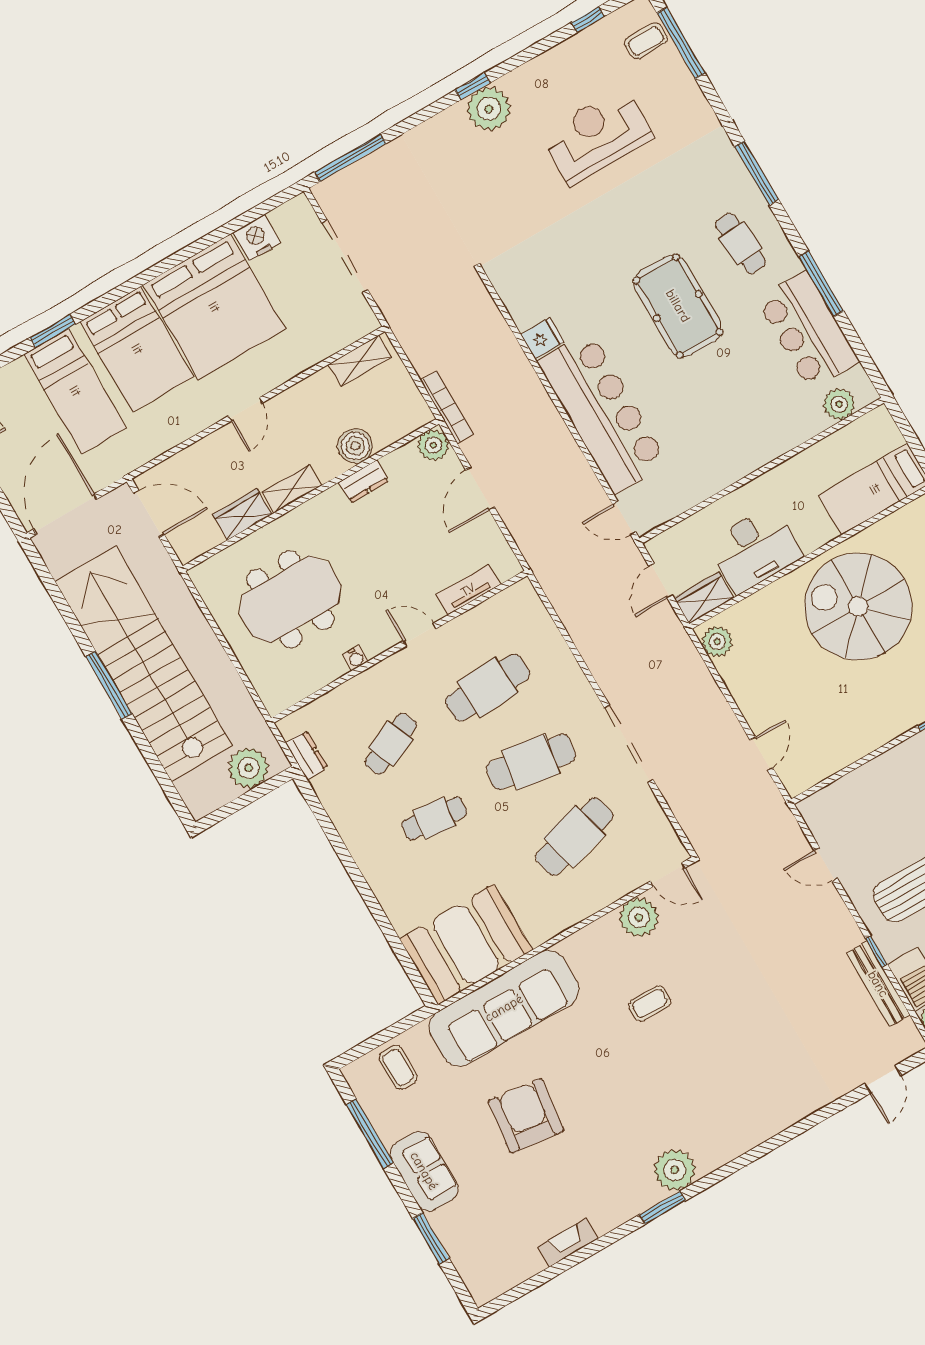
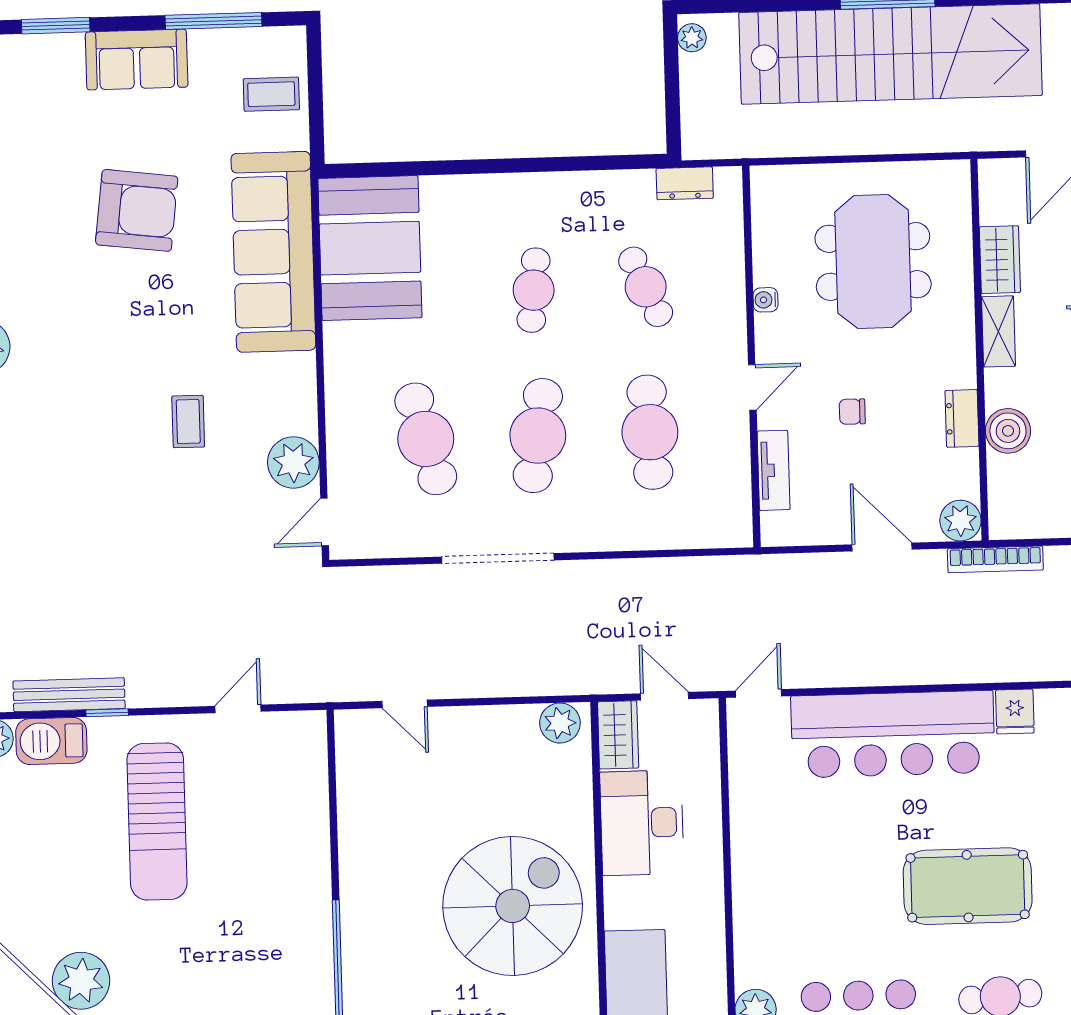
chair: (399, 558) -> (852, 412), added
plant: (249, 768) -> (692, 38), moved, width x0.53, depth x0.53

